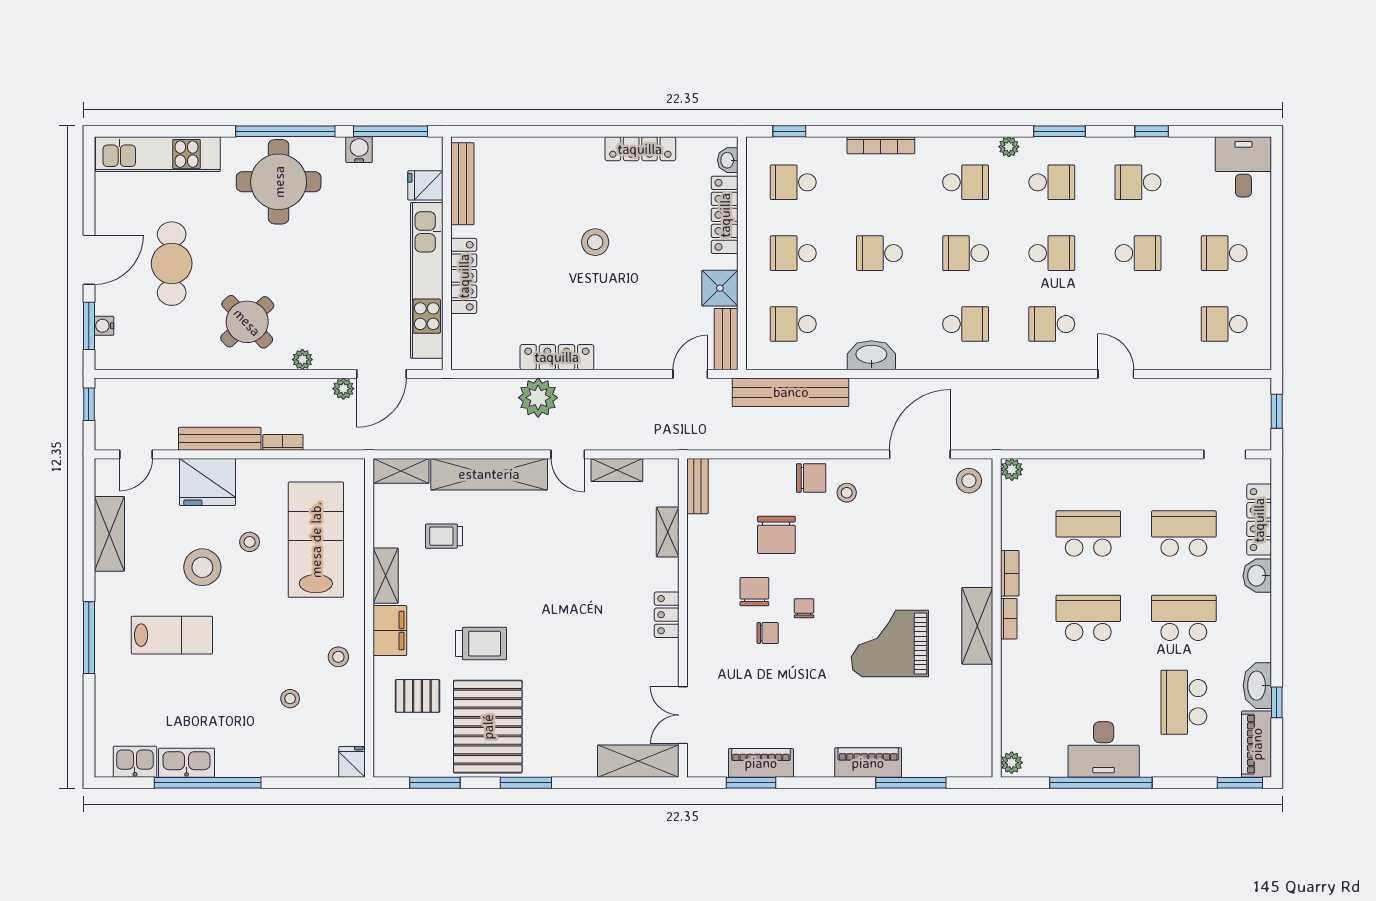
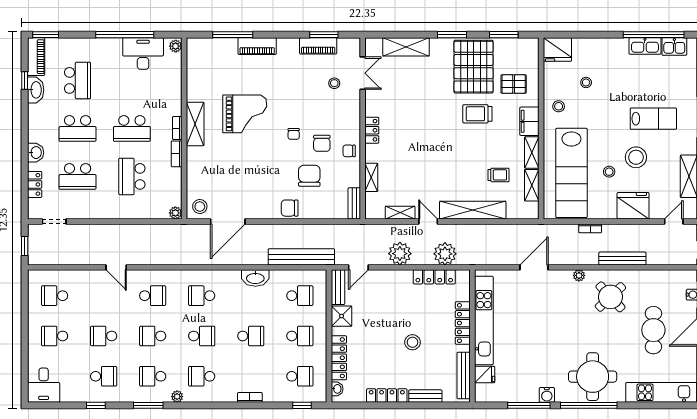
bookcase: (881, 145) -> (250, 397), width x0.64
bench: (573, 148) -> (425, 396), added
bench: (462, 184) -> (464, 375), moved
fridge: (425, 185) -> (485, 375), moved
wall: (447, 253) -> (472, 336), moved
school desk: (1224, 253) -> (55, 336), turned 180
locker: (464, 276) -> (463, 323), moved
kitchen unit: (427, 280) -> (484, 321), moved
school desk: (1224, 324) -> (55, 296), turned 180
plant: (343, 389) -> (400, 254), moved, width x1.88, depth x1.88
bench: (220, 439) -> (622, 258), moved
shelving: (401, 471) -> (532, 185), moved, turned 90
stool: (847, 493) -> (334, 83), moved
locker: (1259, 520) -> (35, 184), width x0.66
school desk: (1088, 534) -> (132, 176), turned 90
lab bench: (316, 540) -> (571, 173), width x1.36
chair: (768, 633) -> (349, 151), moved
lab bench: (172, 635) -> (653, 119), turned 180
desk: (1104, 750) -> (143, 54), moved
shelving: (638, 761) -> (406, 47), moved
fridge: (352, 762) -> (557, 50), width x1.88, depth x1.34
window: (208, 783) -> (654, 35), moved

